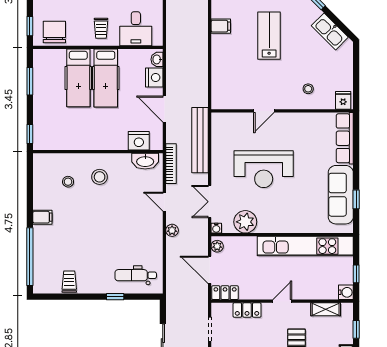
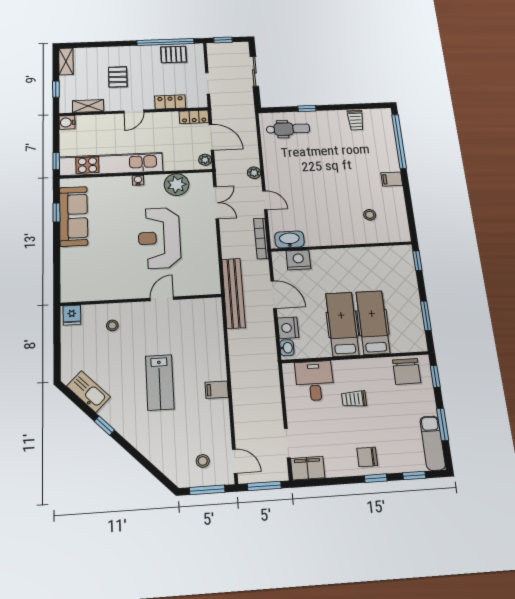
trolley: (101, 28) -> (354, 399), moved, turned -90
row of seats: (345, 138) -> (70, 275), removed
bench: (200, 140) -> (234, 293), moved
reception desk: (264, 169) -> (159, 238), turned -90
stool: (100, 177) -> (337, 221), removed
water cooler: (216, 228) -> (138, 180), moved
window: (356, 274) -> (56, 161), moved

